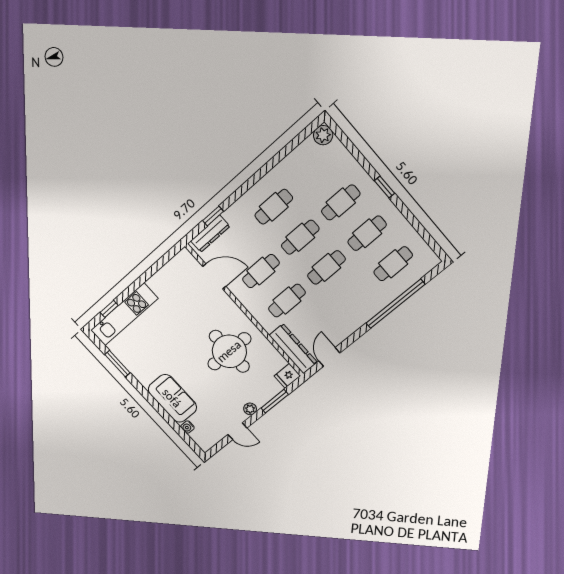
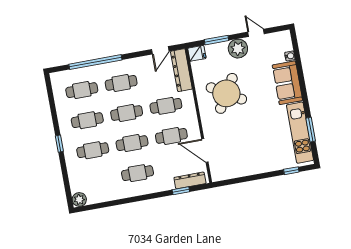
cafe table: (352, 297) -> (121, 83), added
kitchen unit: (124, 314) -> (300, 133), moved, turned -90
round table: (229, 351) -> (226, 93), turned 31
plant: (250, 409) -> (238, 49), width x1.88, depth x1.88

